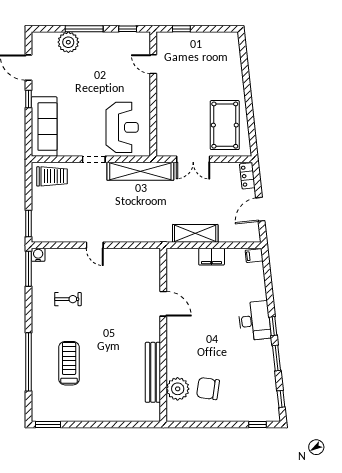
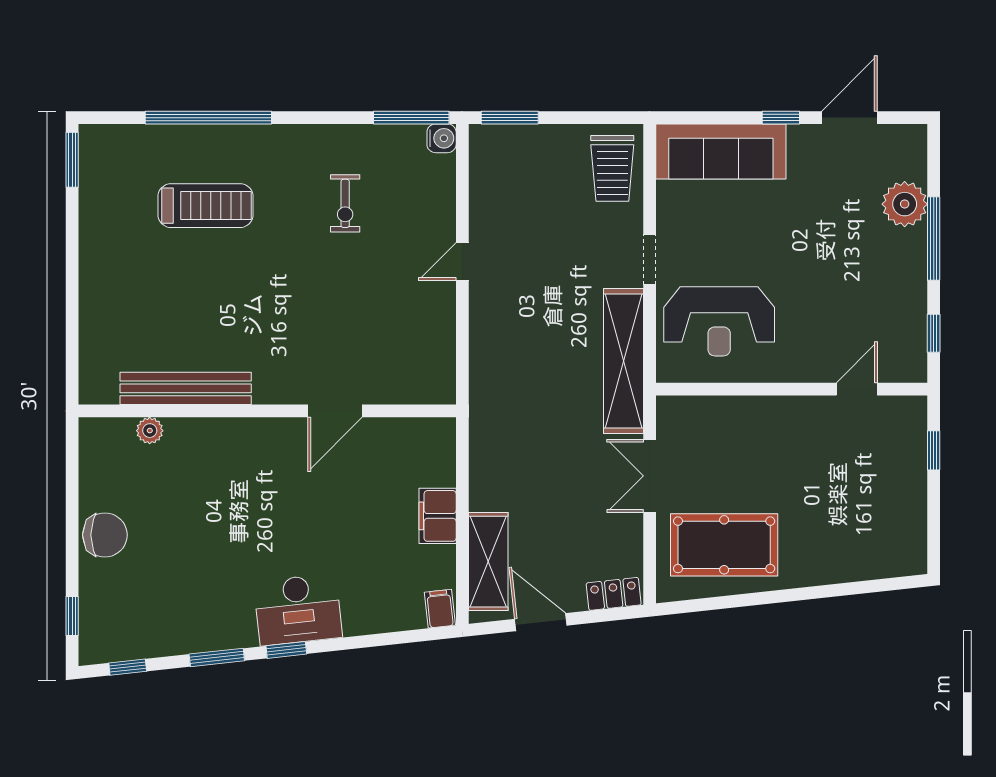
shelving: (195, 233) -> (488, 562), moved
plant: (178, 389) -> (150, 431), width x0.53, depth x0.53
chair: (208, 389) -> (105, 535), moved, turned 82

